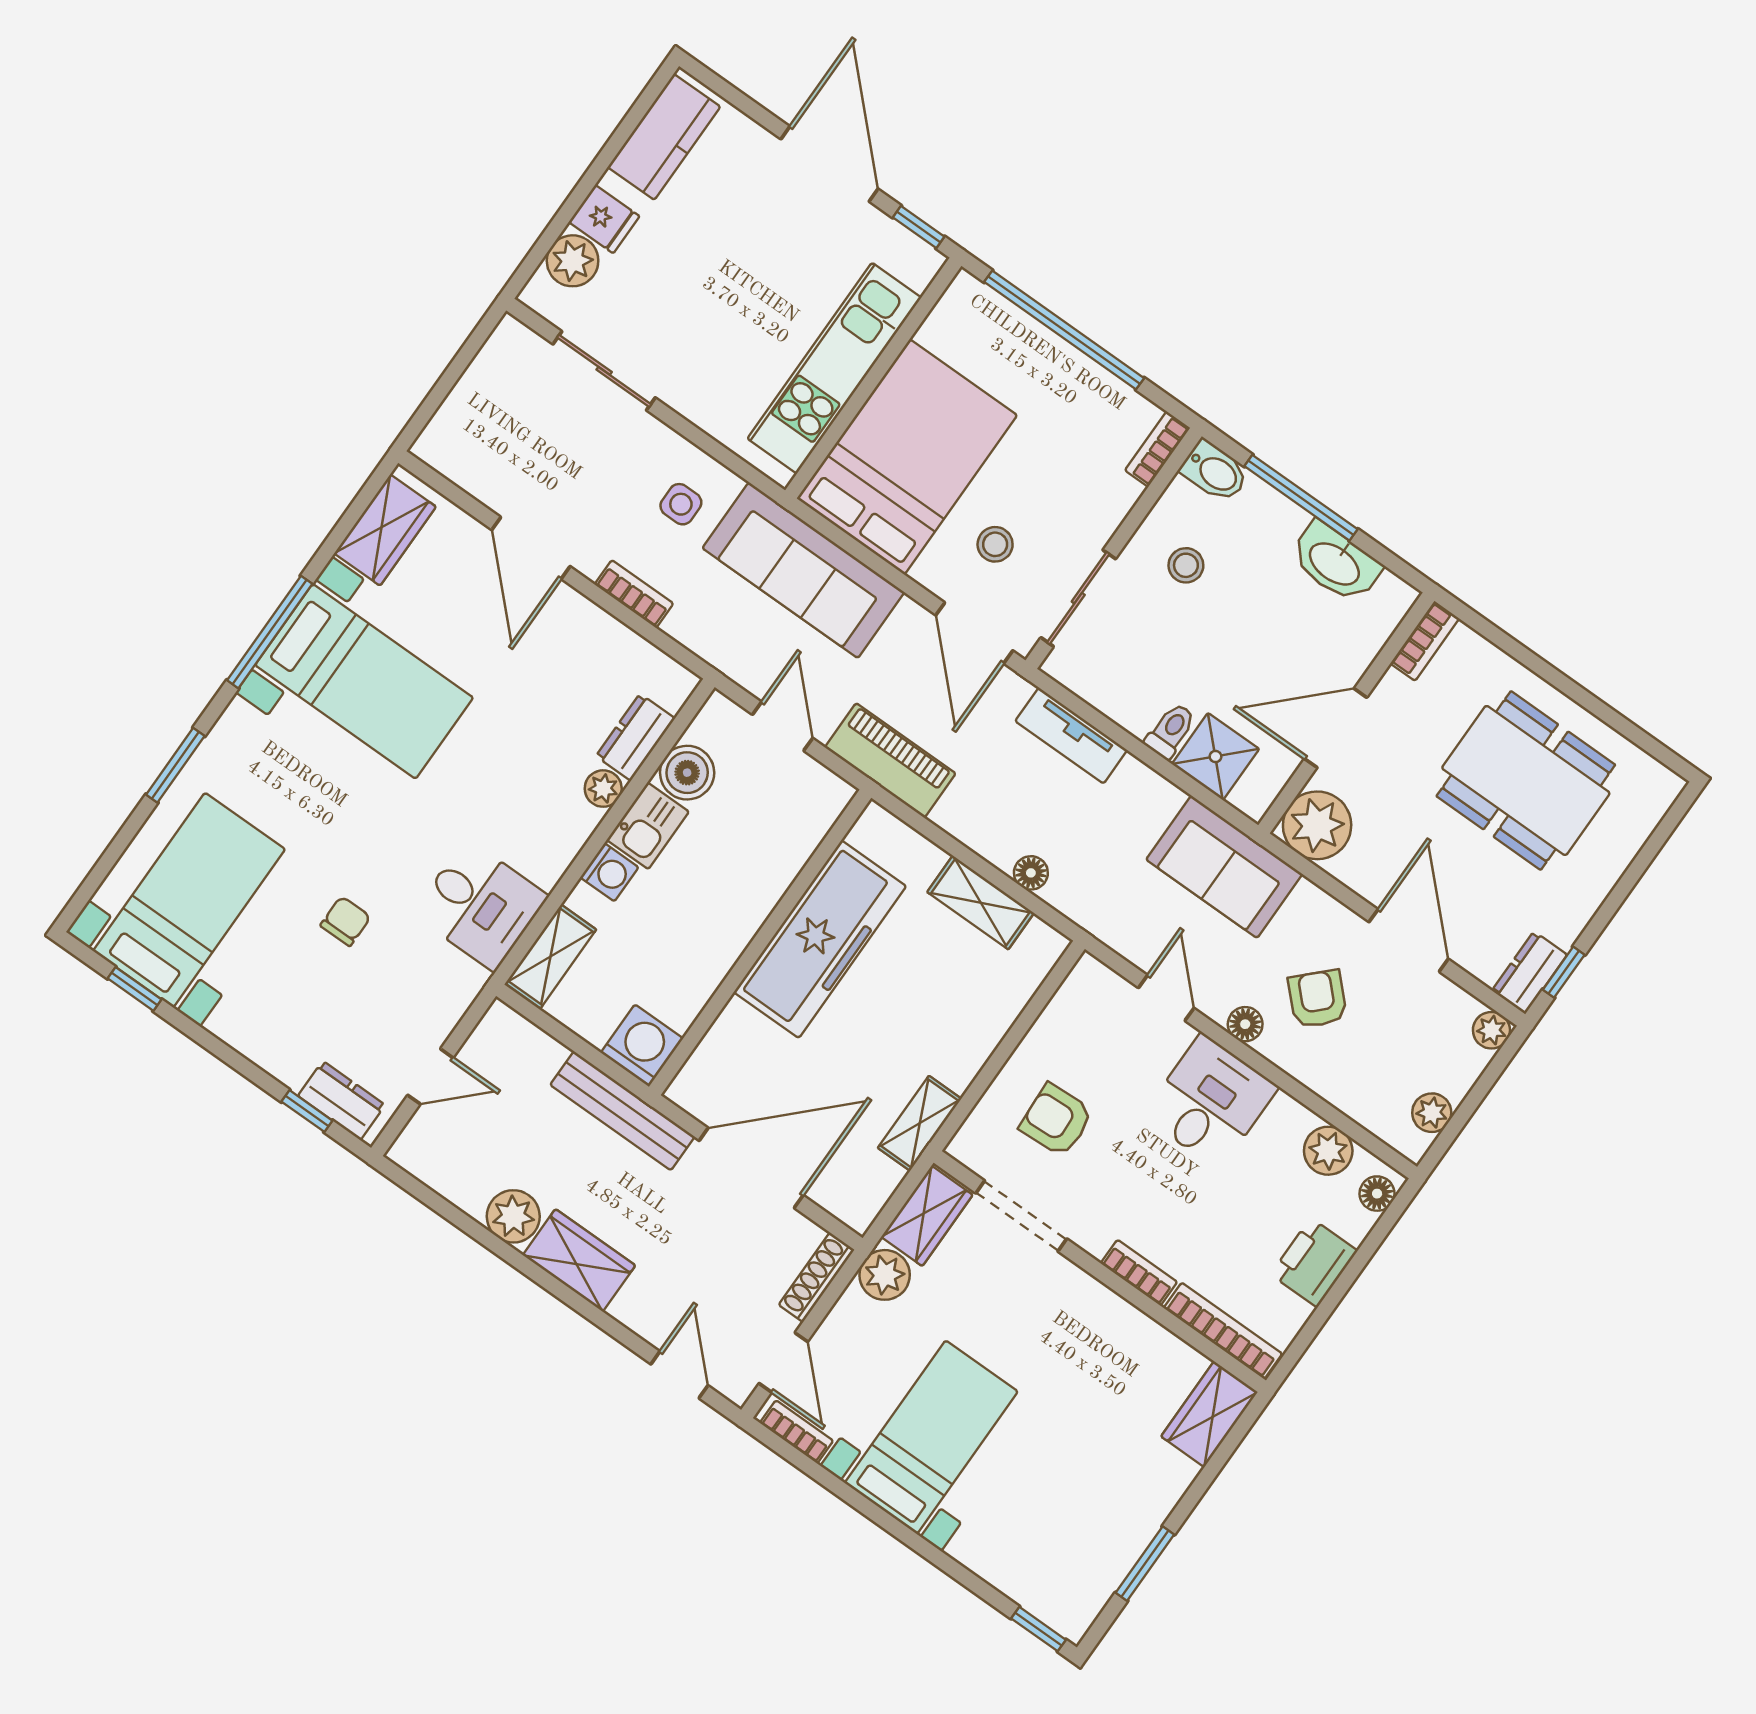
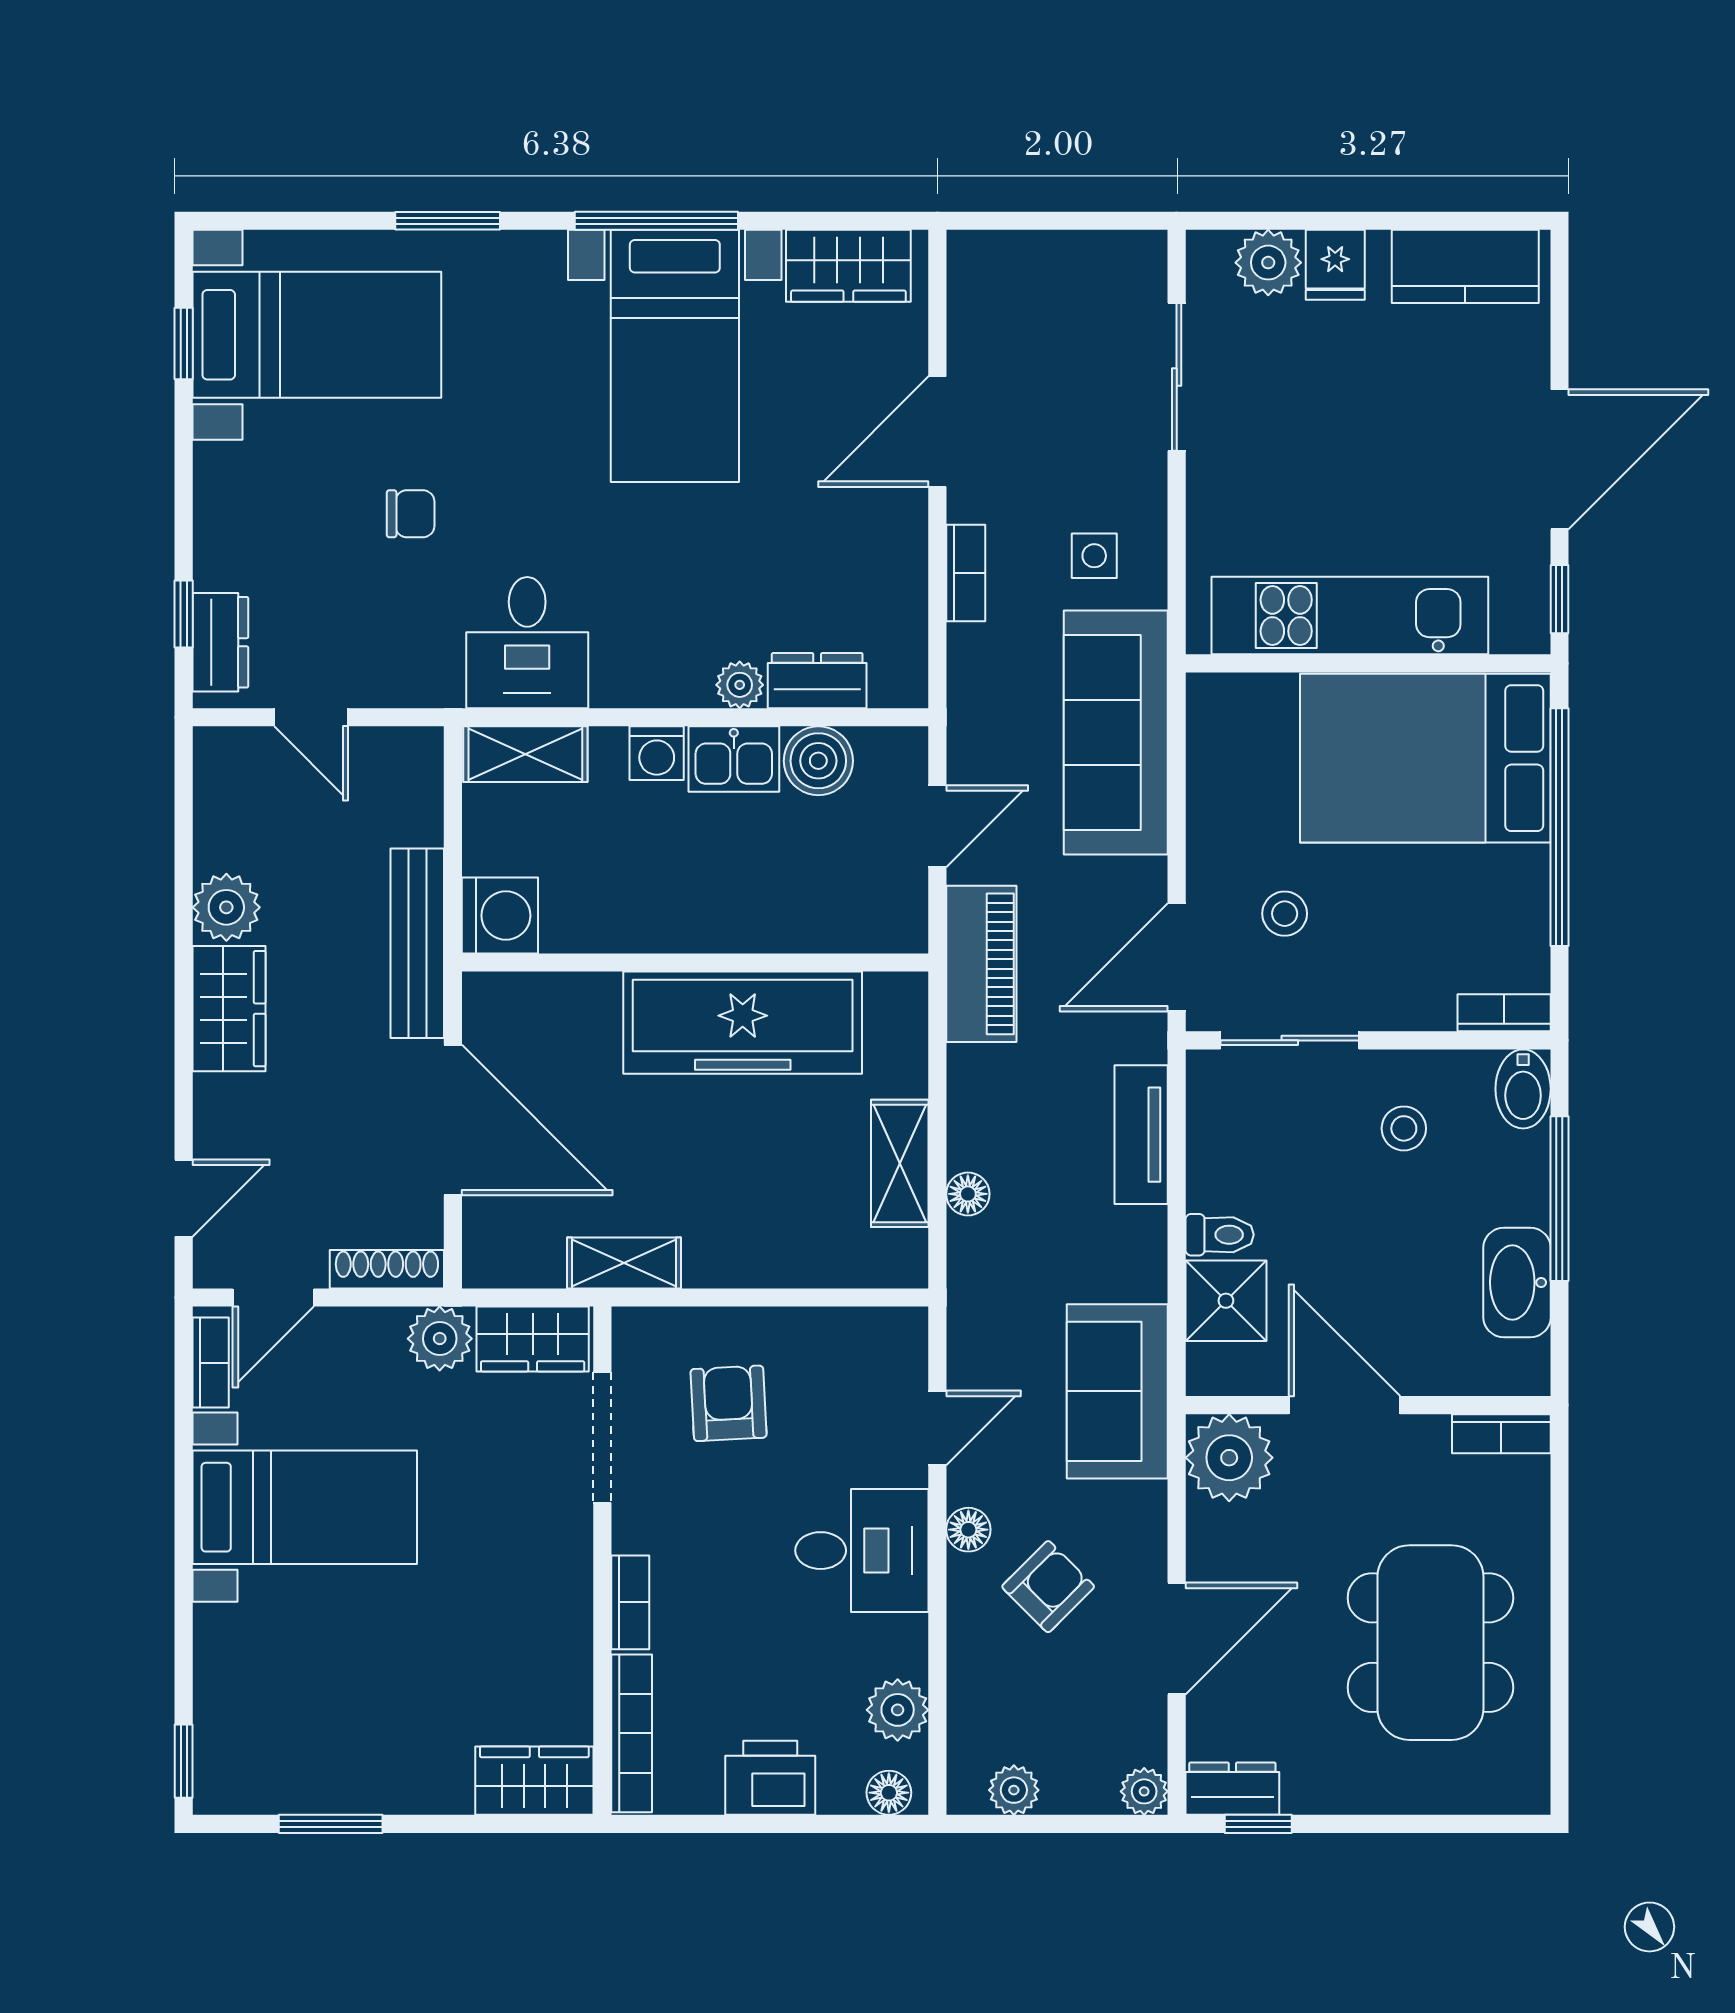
bed: (907, 457) -> (1425, 758), moved, turned 180

